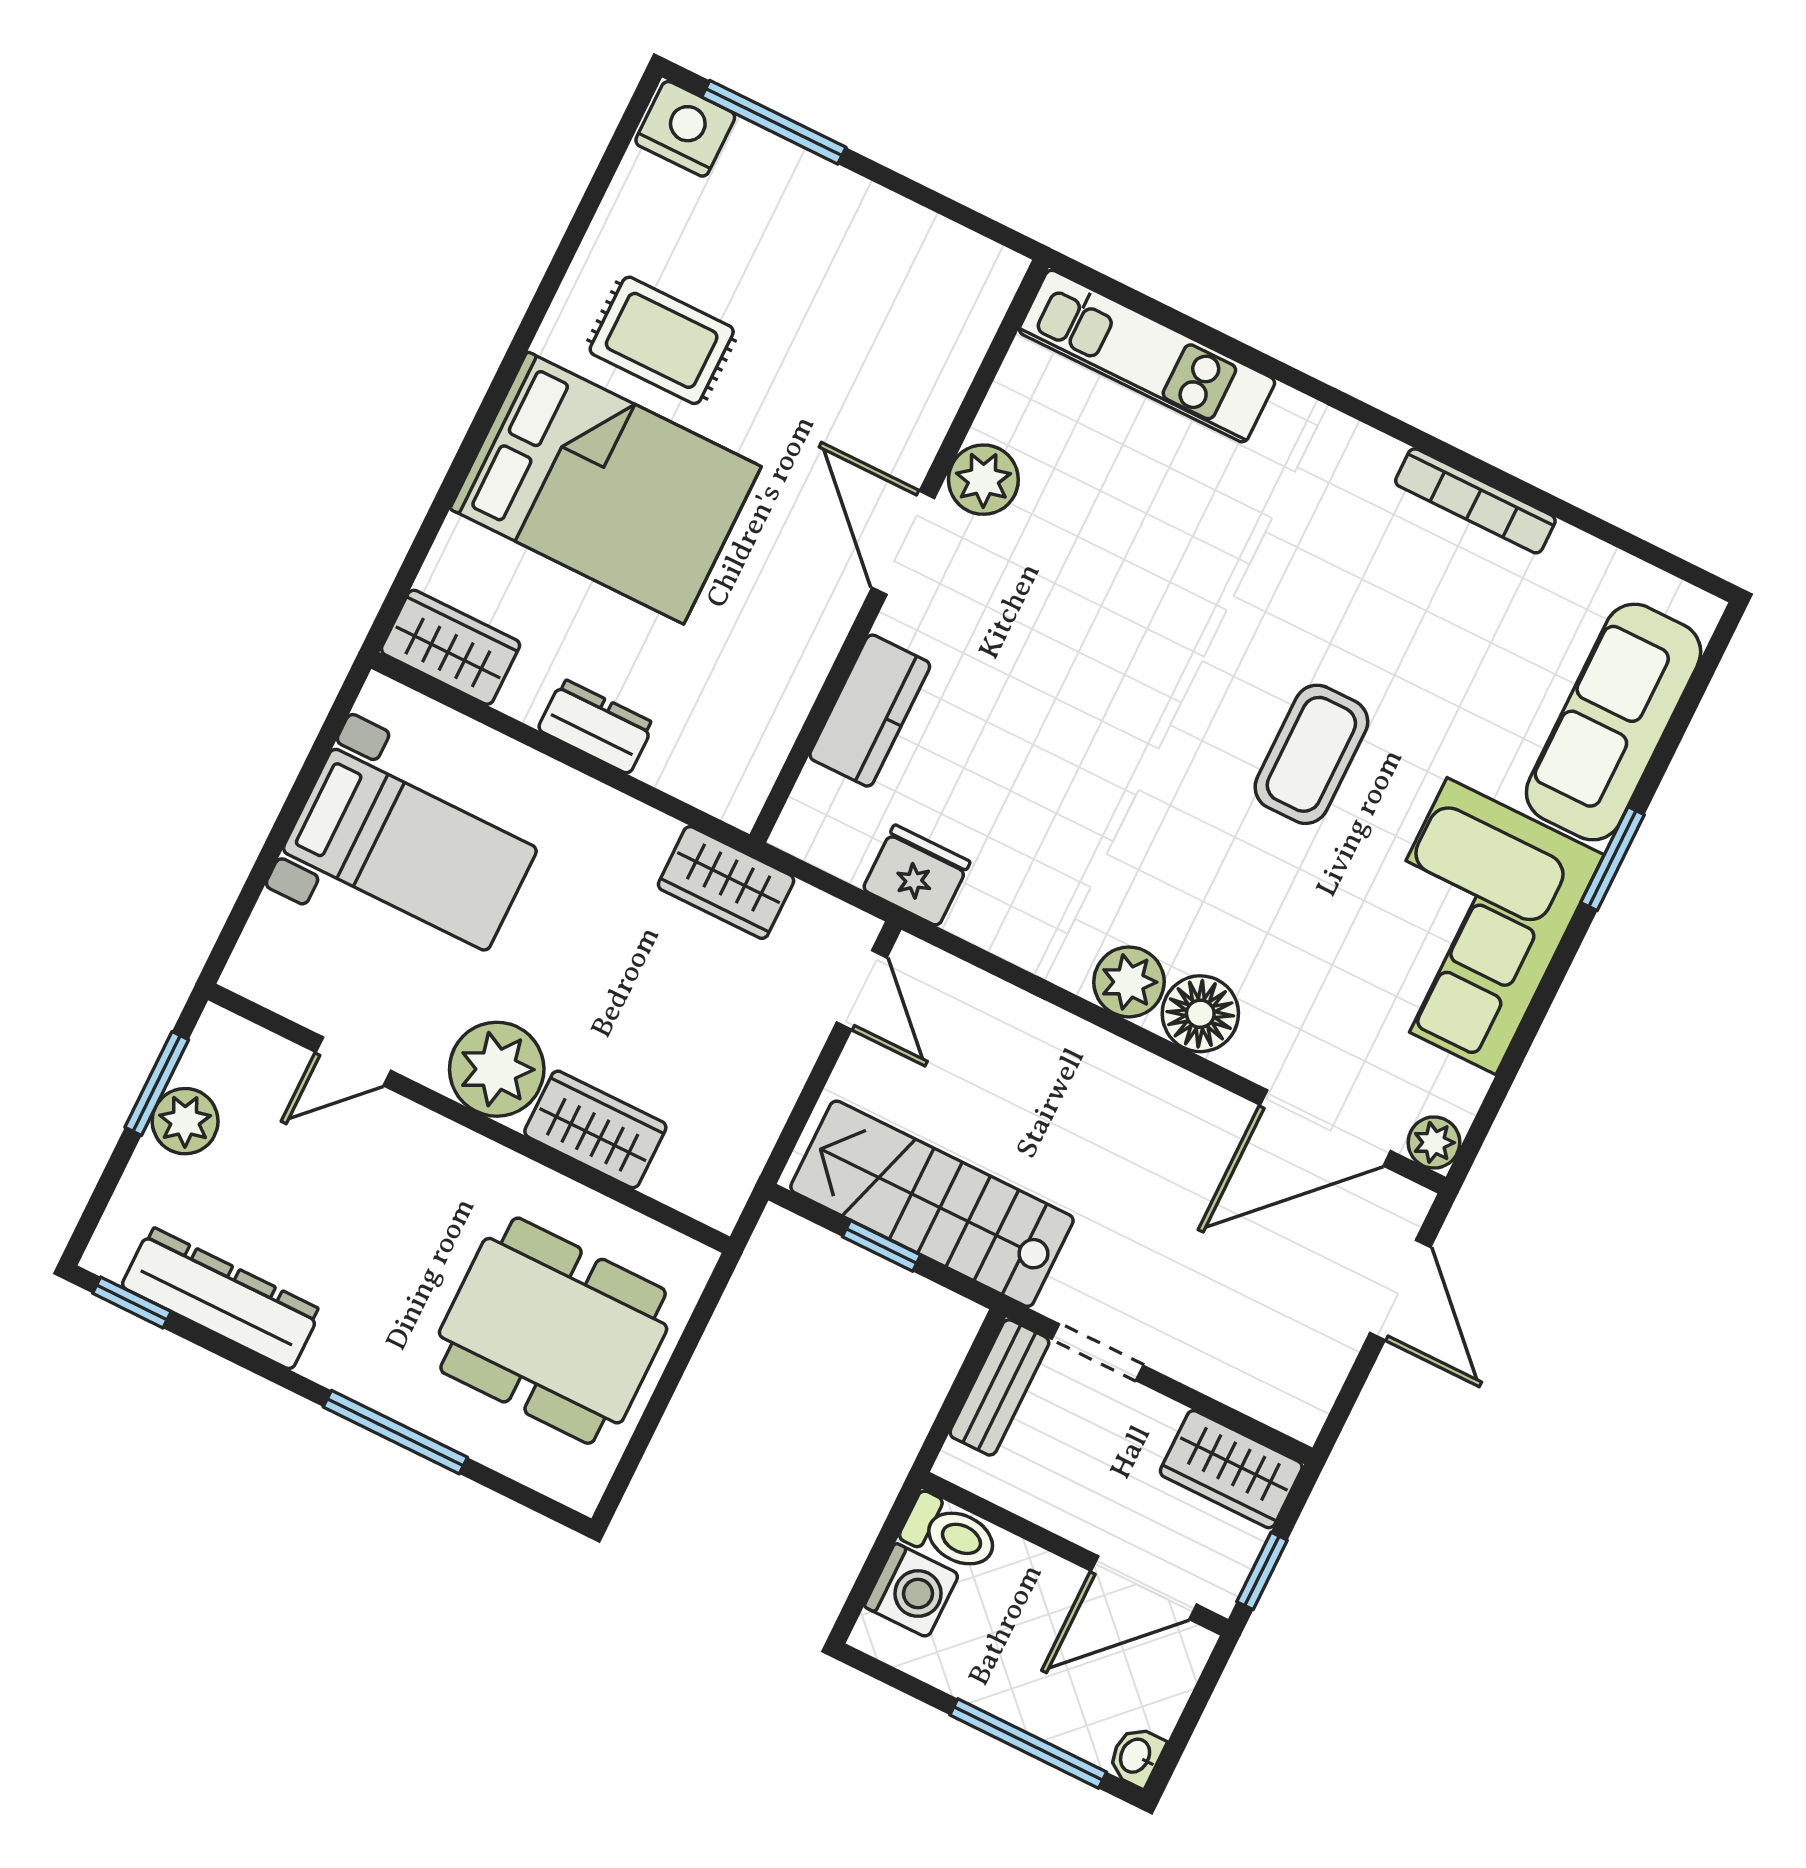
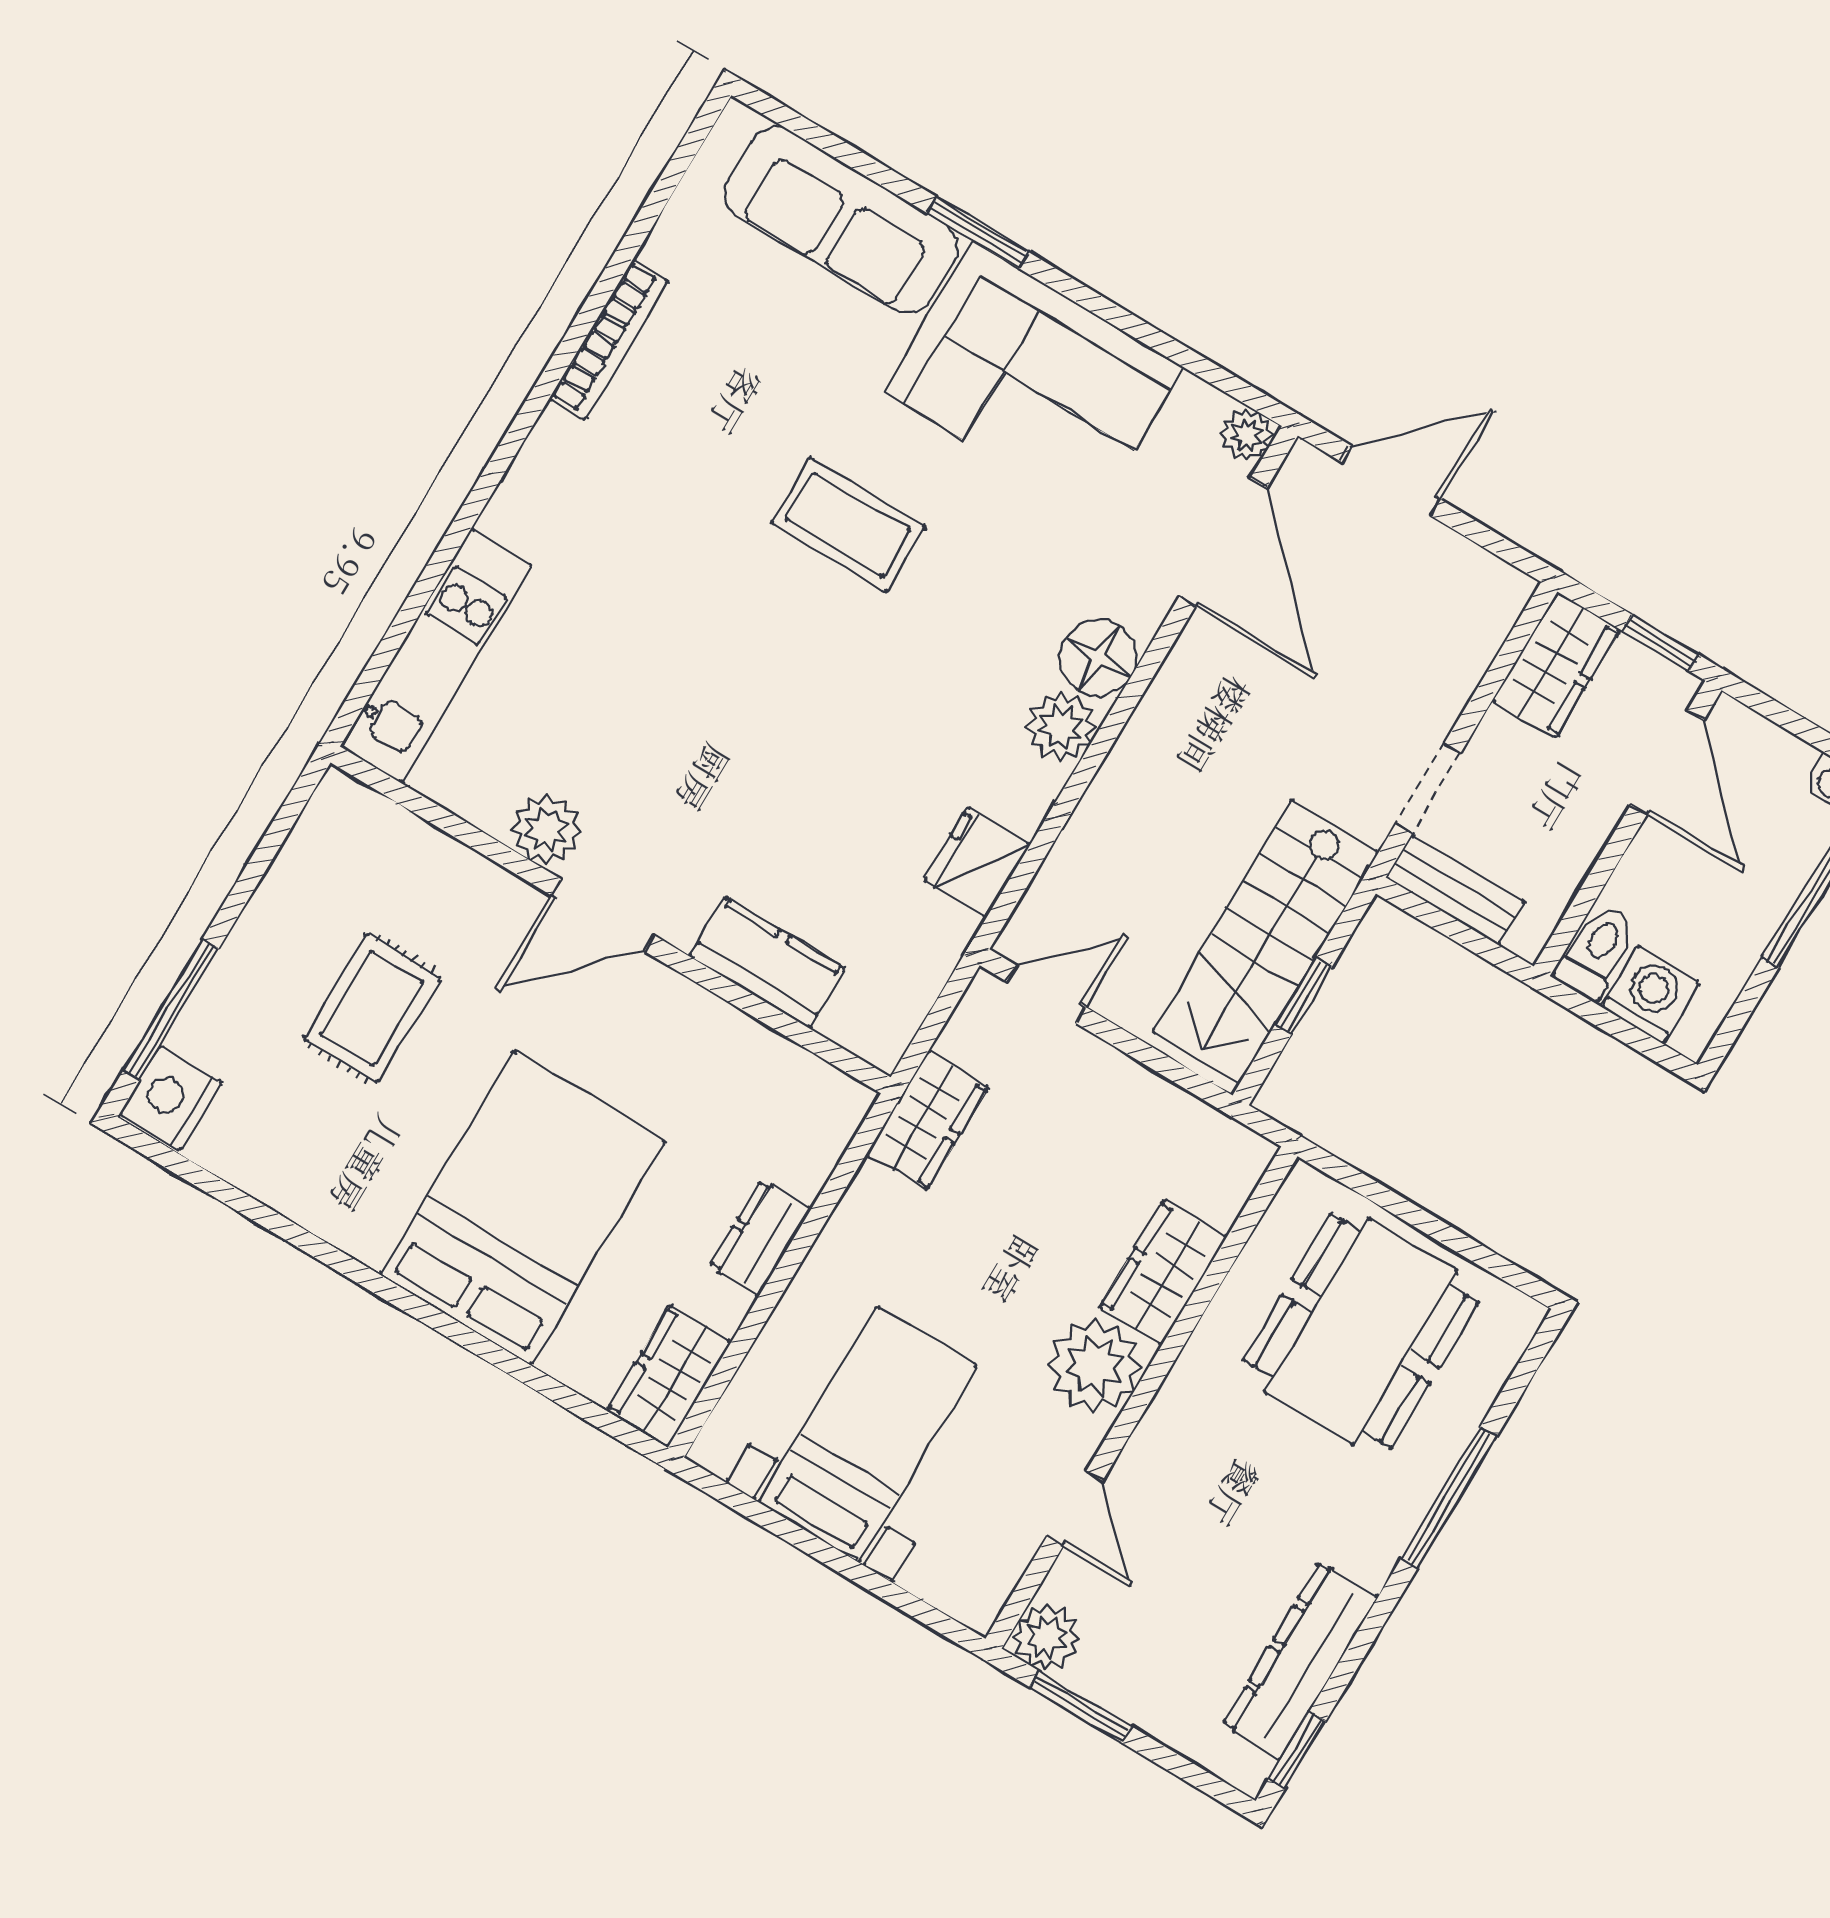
rug: (662, 340) -> (372, 1008), moved
fridge: (916, 876) -> (977, 862), moved
plant: (185, 1121) -> (1047, 1637), moved

